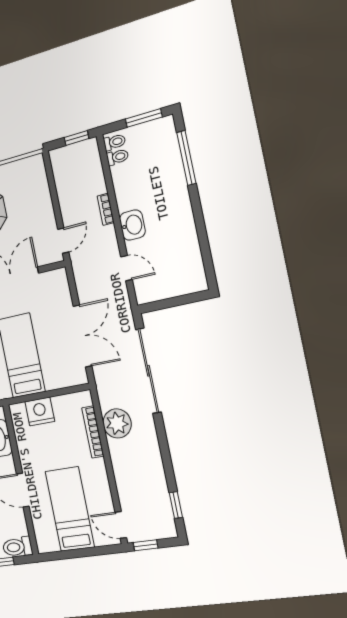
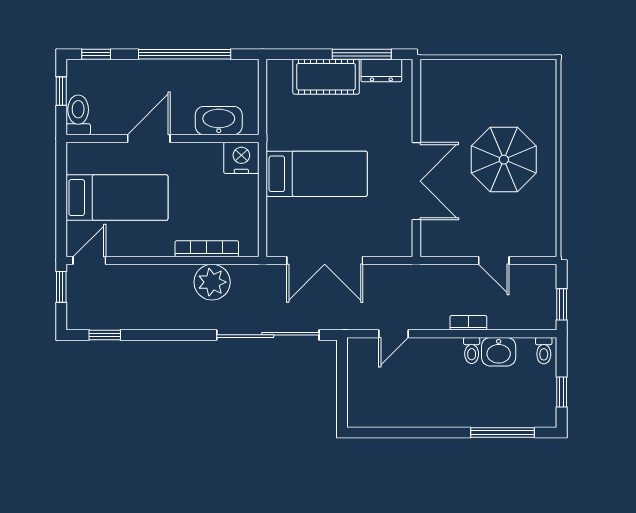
window: (144, 118) -> (562, 392), width x0.67
toilet: (117, 157) -> (472, 351), moved
washbasin: (132, 225) -> (499, 352), moved
door: (63, 241) -> (494, 260), moved
nightstand: (40, 411) -> (241, 158), moved, turned -90

